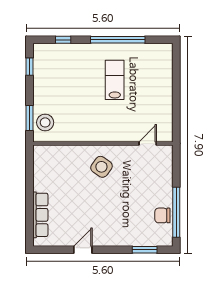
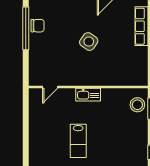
kitchen sink: (103, 134) -> (88, 95), added
side table: (101, 167) -> (89, 42), moved

